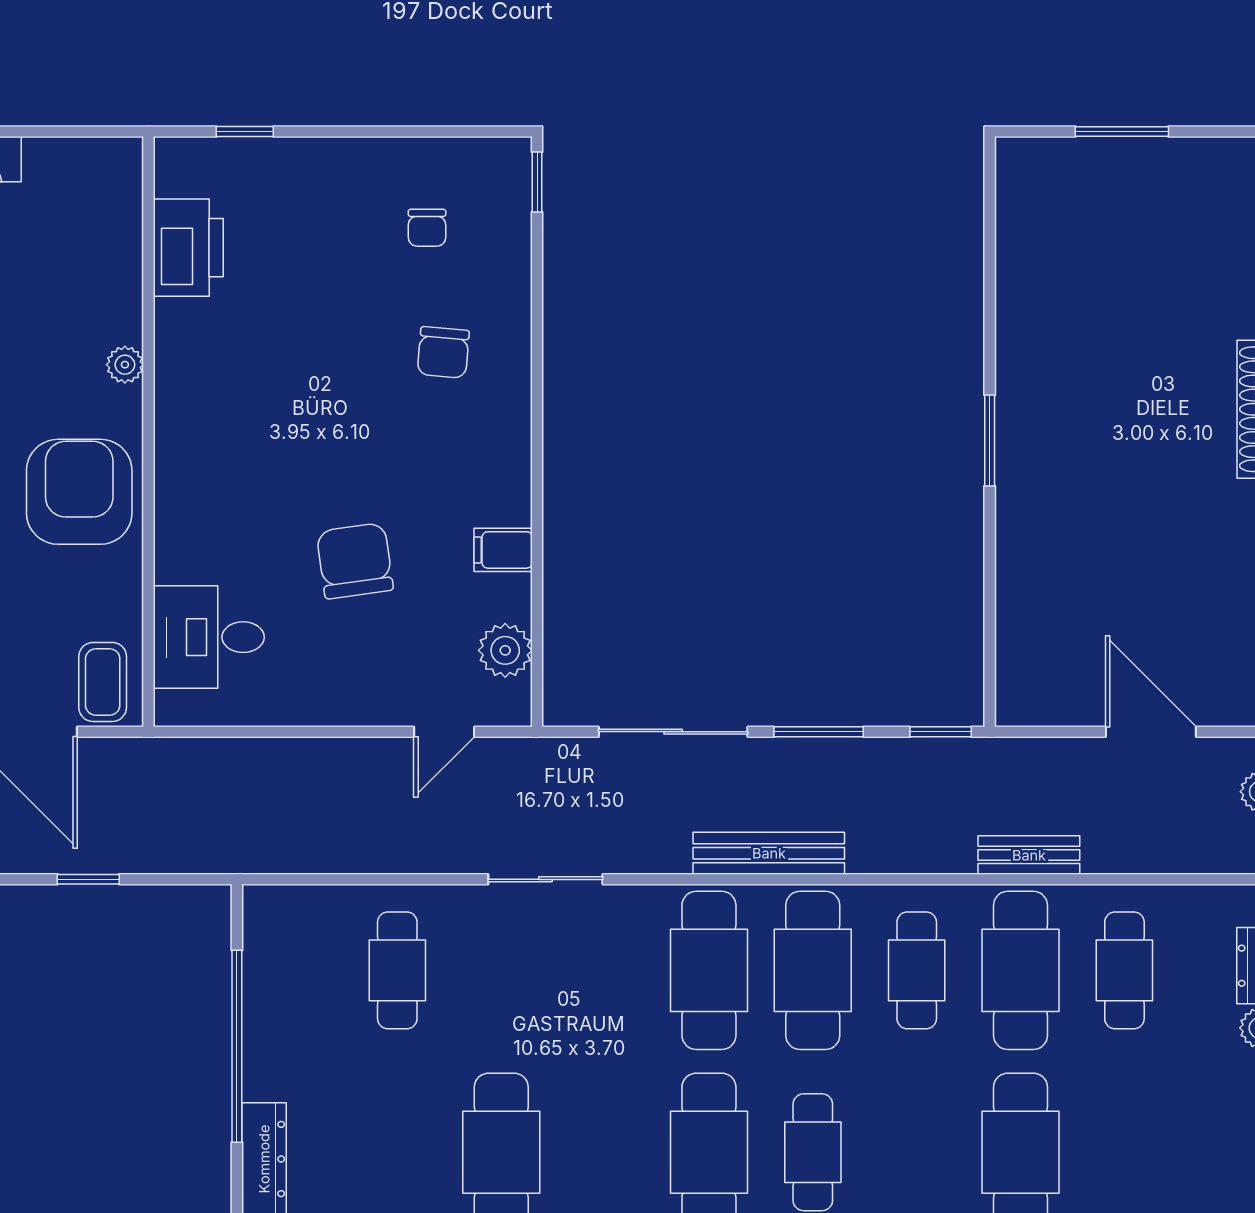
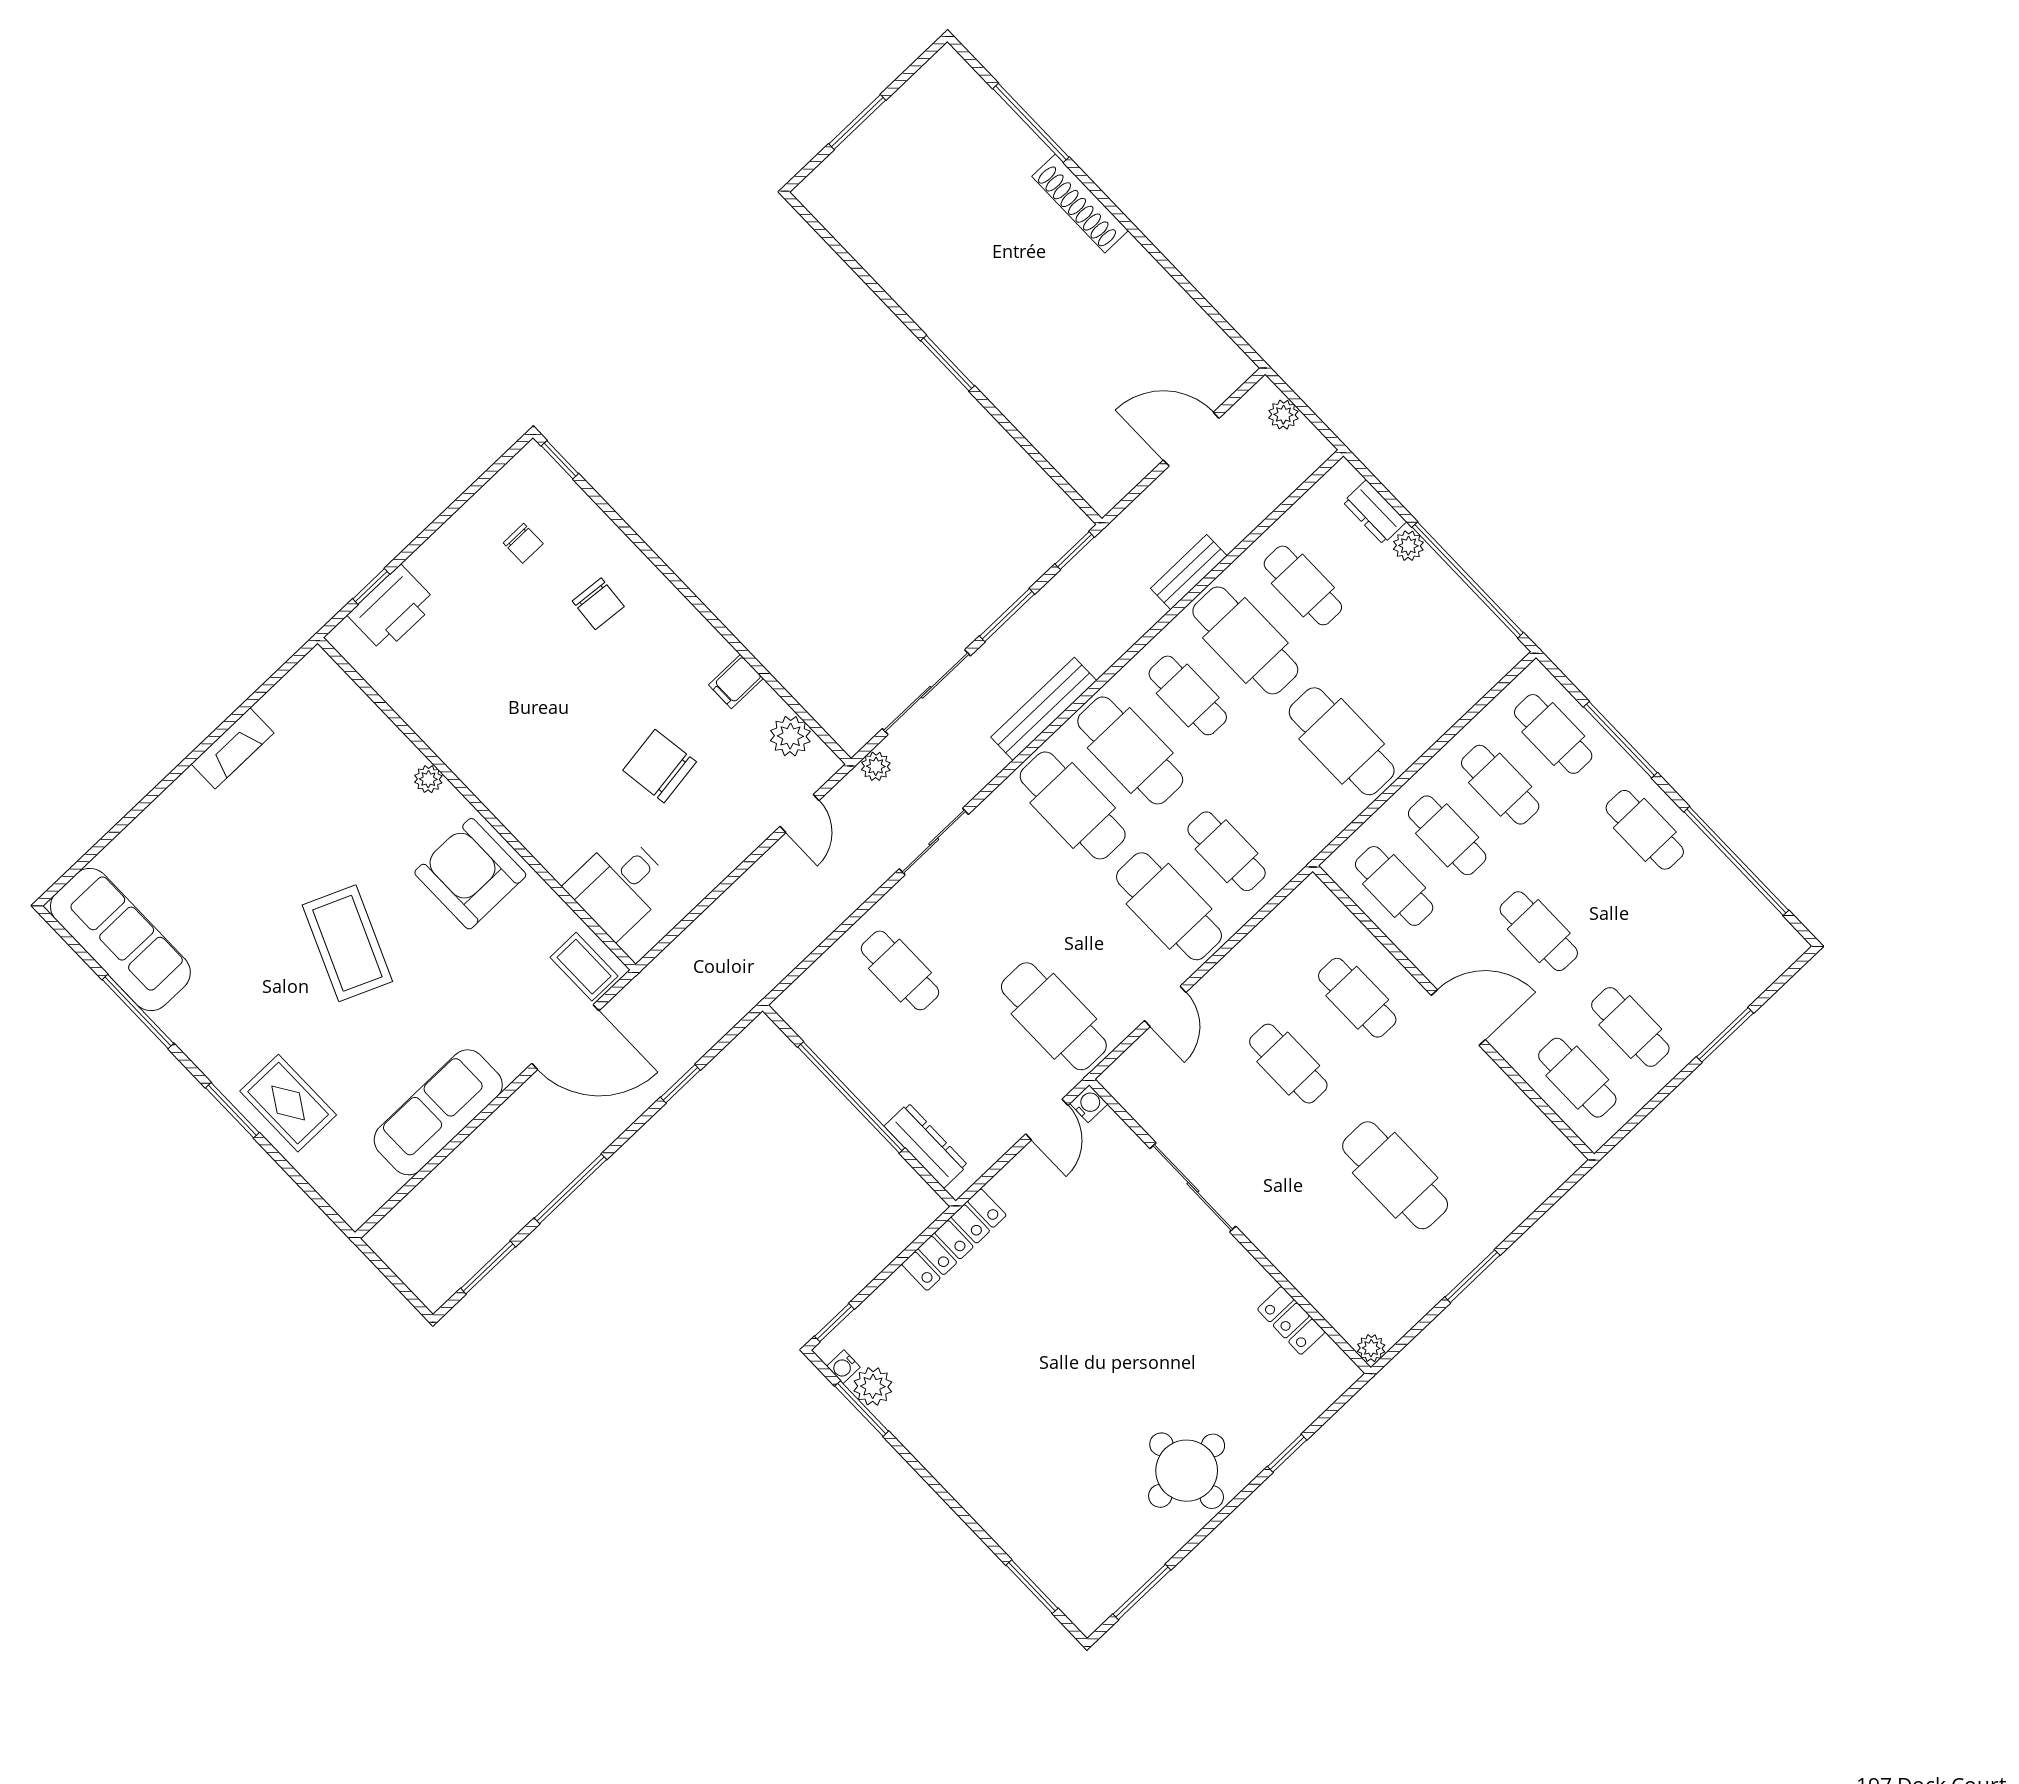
printer: (188, 248) -> (392, 609), moved, turned 90
plant: (559, 756) -> (876, 766), added

